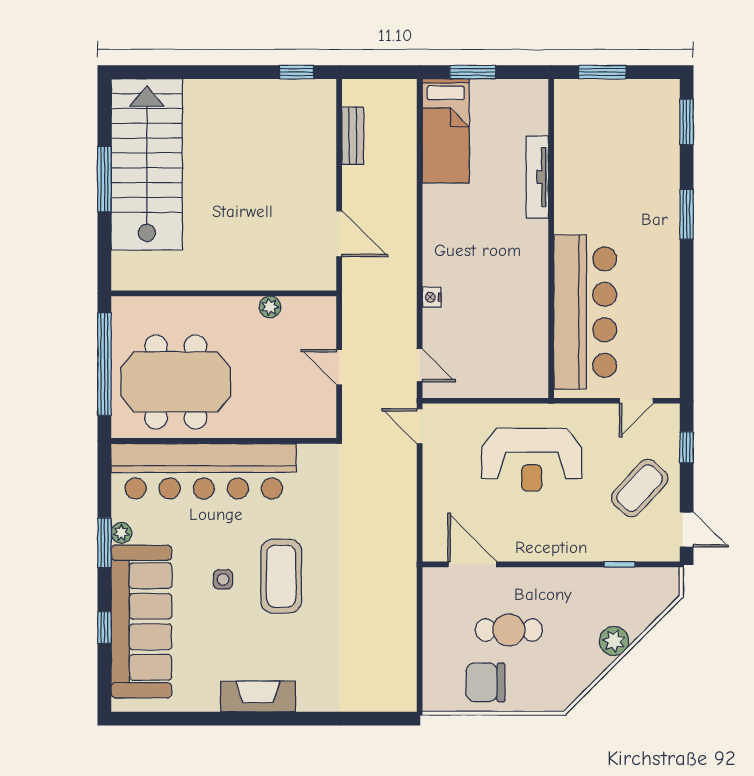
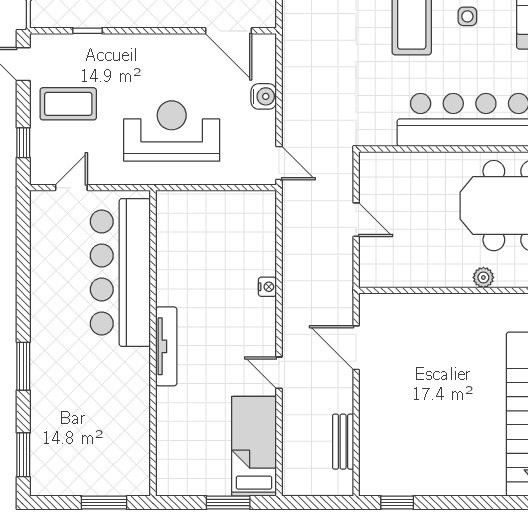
tv unit: (537, 177) -> (166, 346), moved
plant: (270, 307) -> (483, 277), moved
door: (420, 365) -> (279, 373), moved
coffee table: (640, 488) -> (68, 104), turned 47
water cooler: (436, 496) -> (264, 96), added

